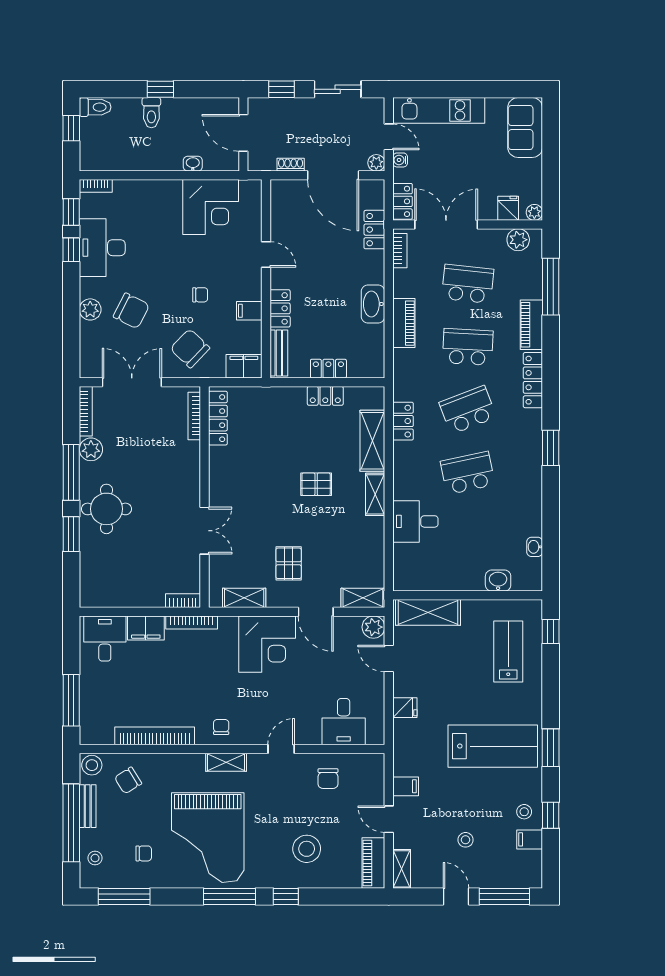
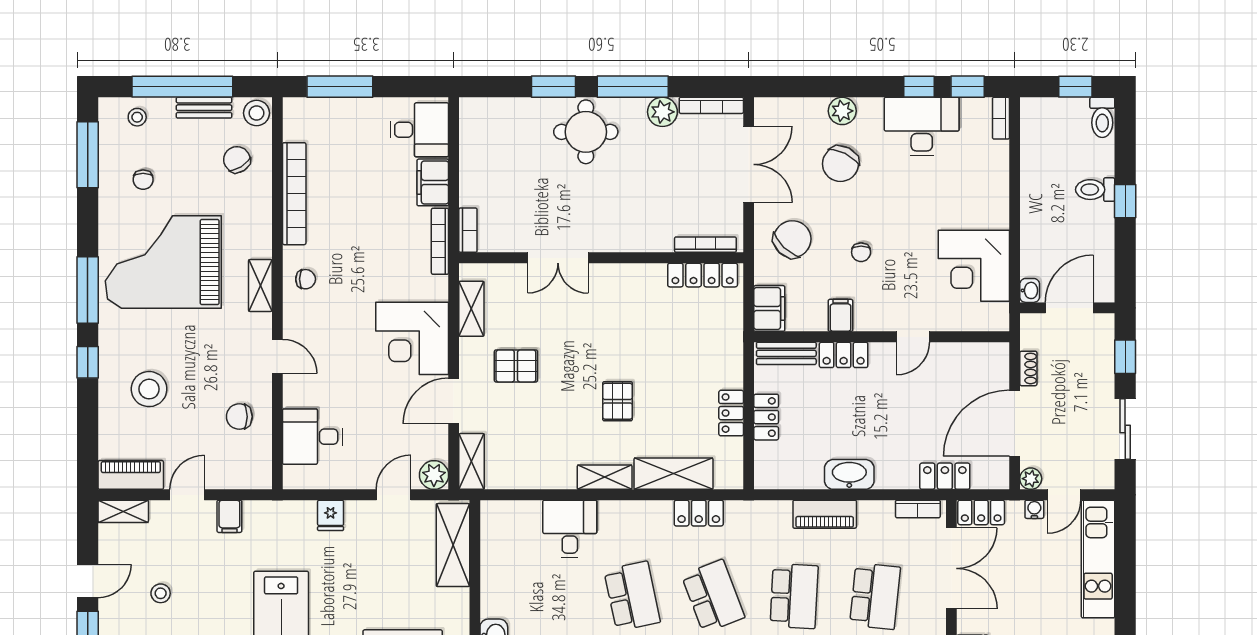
washbasin: (193, 164) -> (1030, 290), moved

